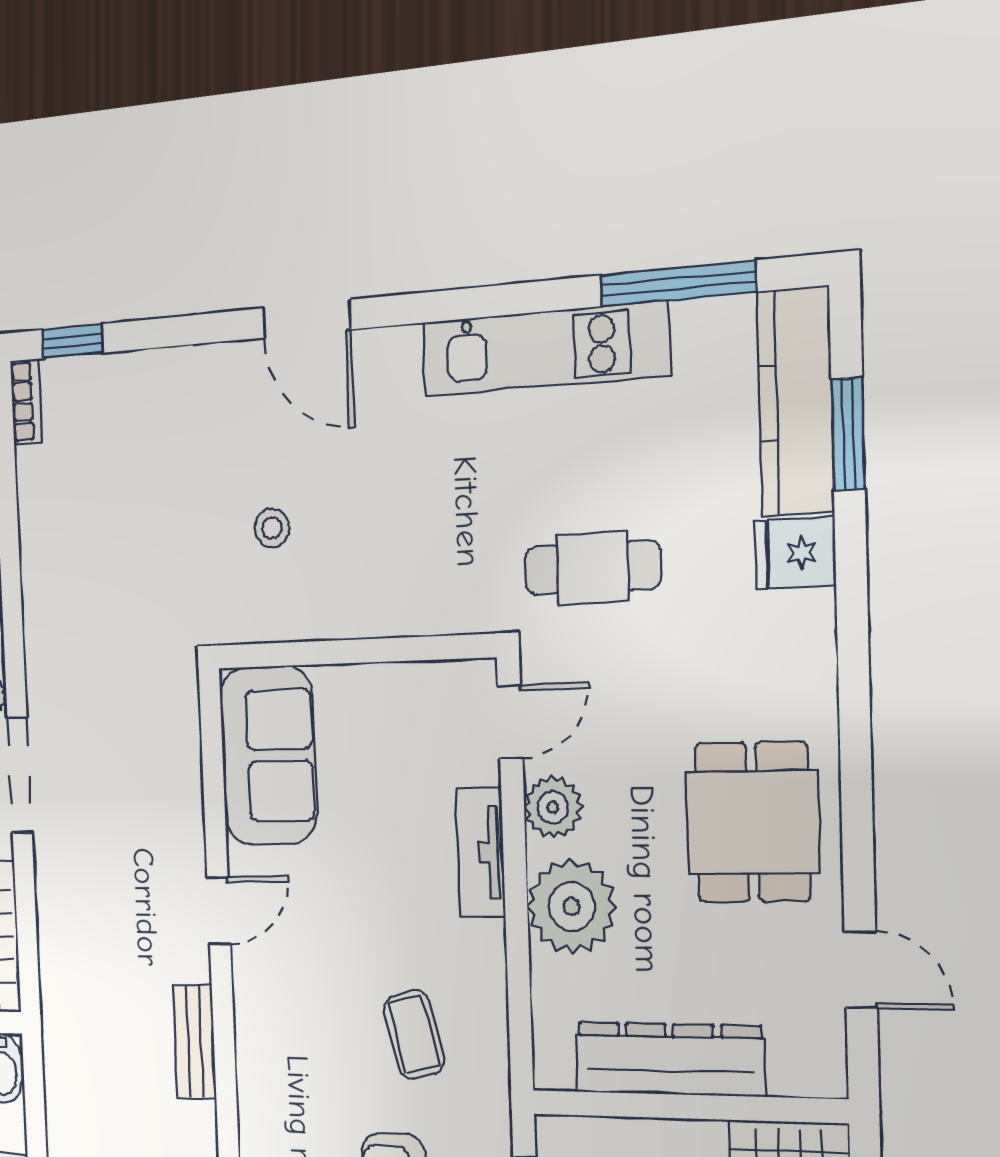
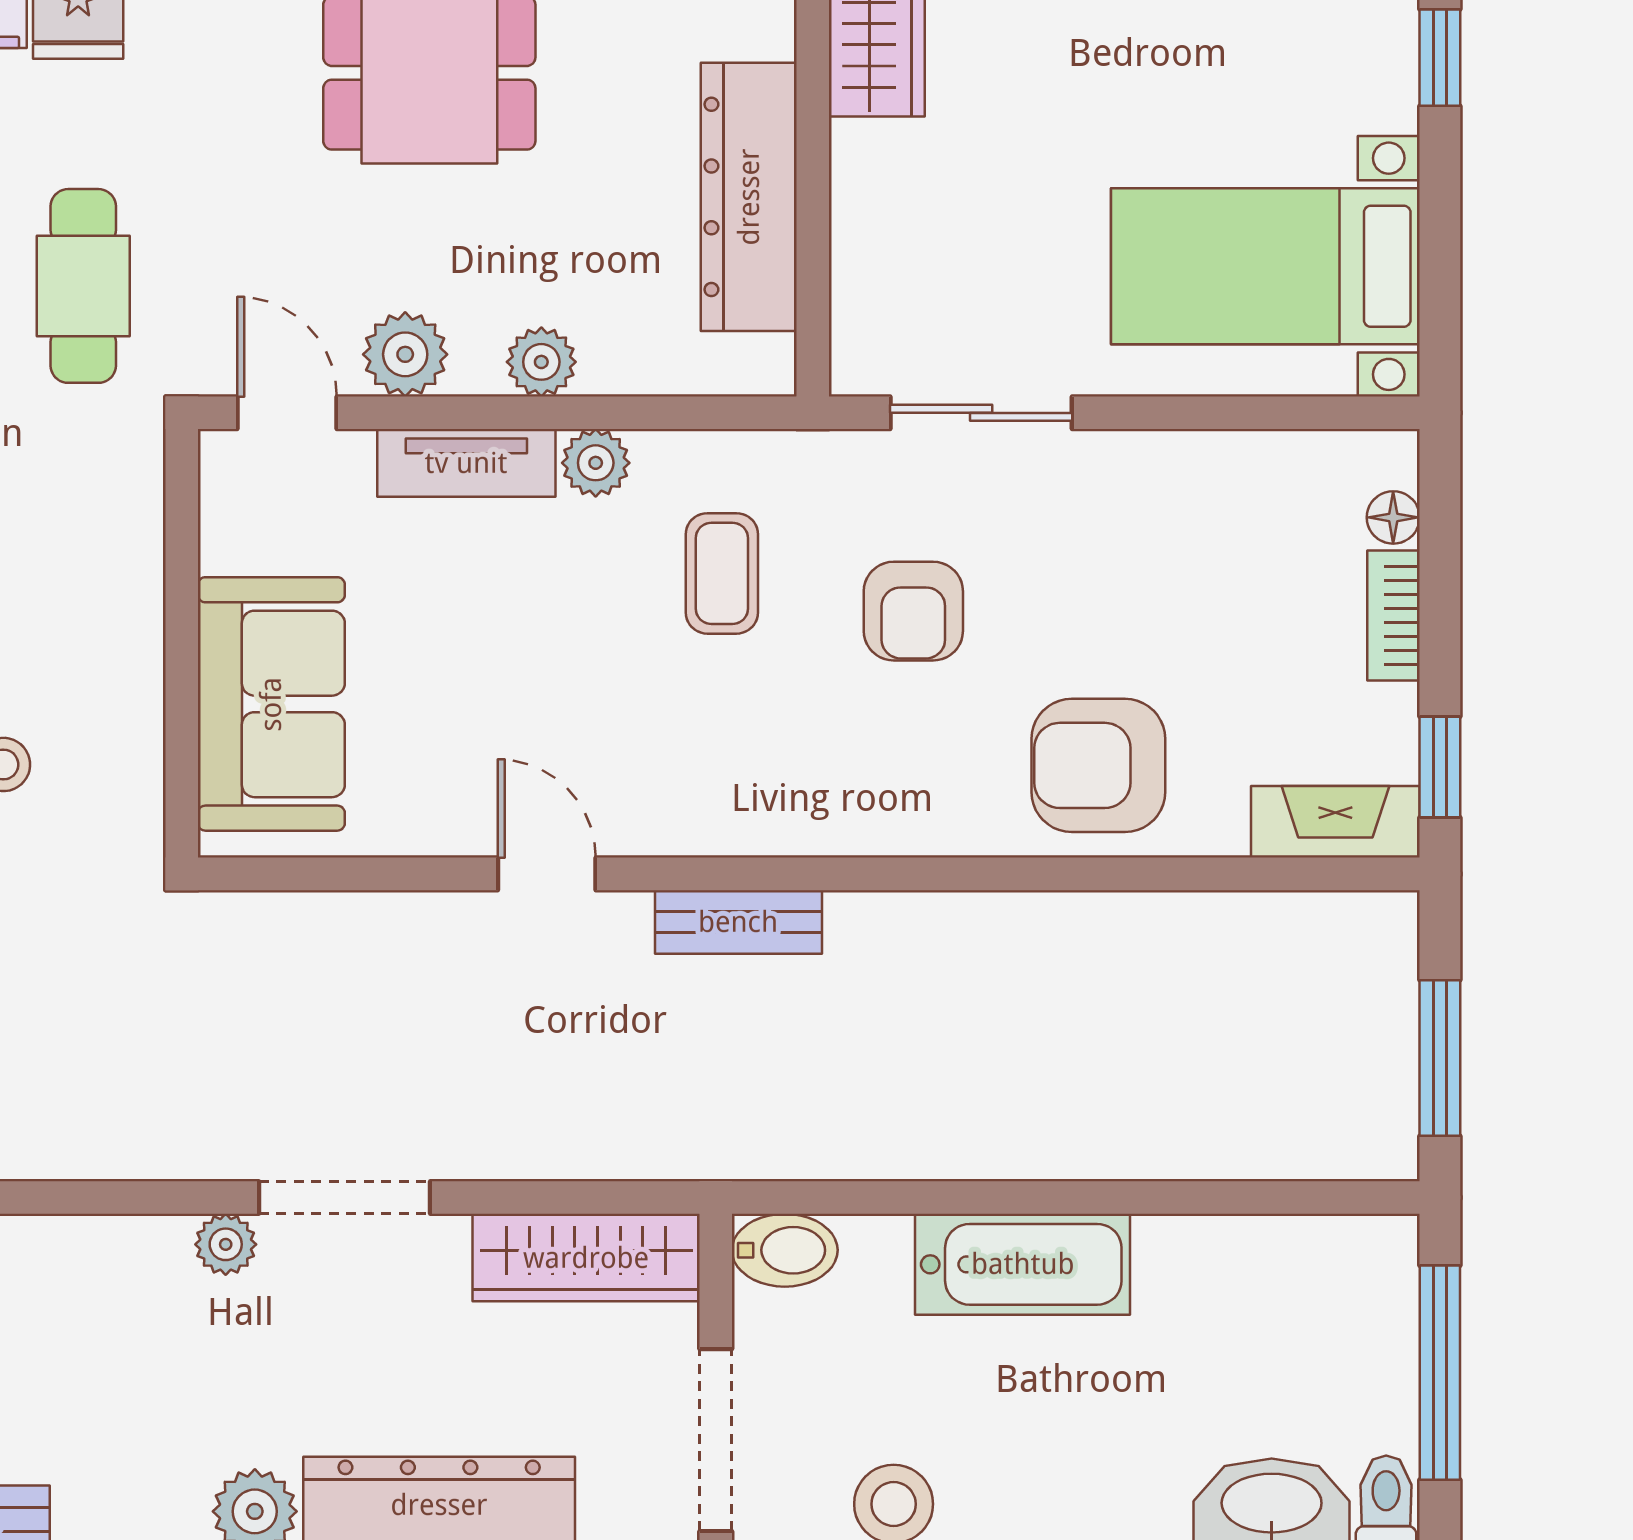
sofa: (268, 756) -> (271, 704), moved, turned 90
plant: (571, 907) -> (541, 362), width x0.53, depth x0.53
plant: (484, 946) -> (596, 463), added
coffee table: (414, 1035) -> (722, 573), turned -76

